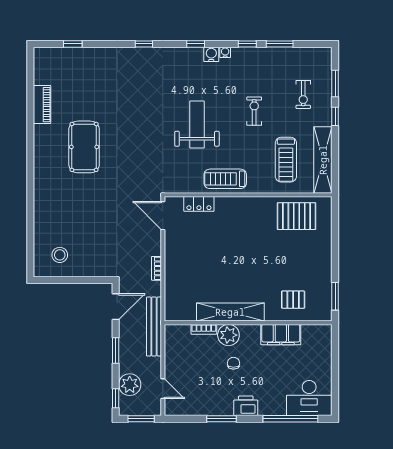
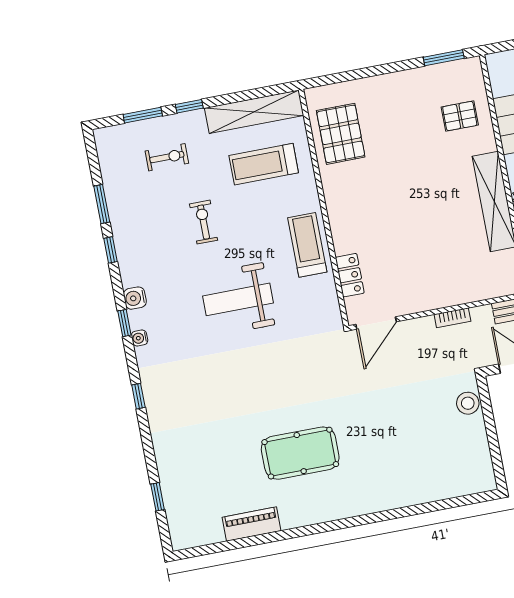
water cooler: (225, 52) -> (140, 338), moved
exercise bike: (254, 111) -> (204, 222), turned 90
treadmill: (286, 160) -> (264, 164), turned 180
treadmill: (225, 179) -> (307, 245), turned 180
stool: (60, 255) -> (468, 403), moved
pallet: (293, 300) -> (460, 116), turned 90

